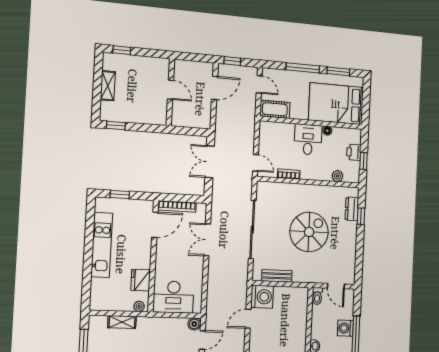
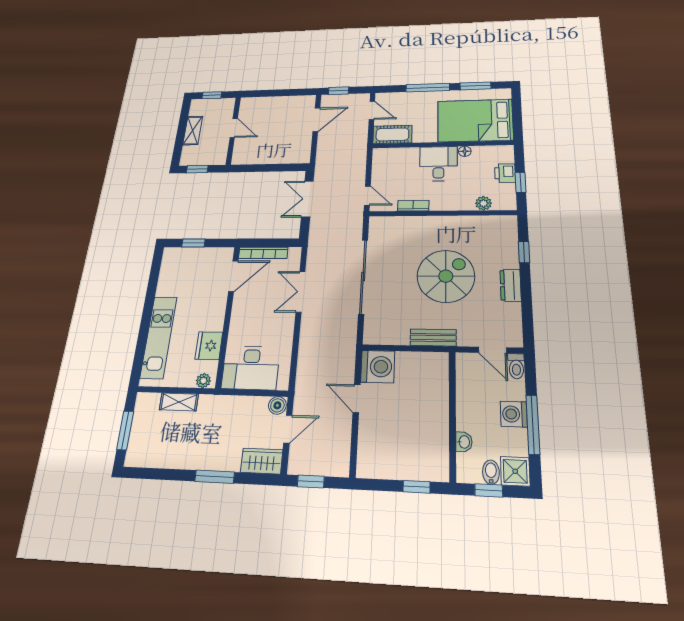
door: (170, 90) -> (234, 128), moved
wall: (170, 92) -> (233, 130), moved
dresser: (352, 209) -> (511, 285), moved
kitchen unit: (102, 245) -> (159, 337), moved
bench: (277, 276) -> (433, 338), moved
toilet: (317, 296) -> (516, 366), moved
door: (248, 319) -> (357, 398), hinge flipped

